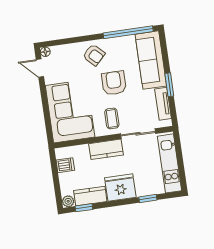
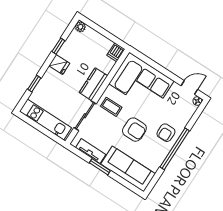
window: (128, 32) -> (175, 149), moved
armchair: (94, 55) -> (166, 133), turned -44
dishwasher: (65, 165) -> (116, 52), moved
fridge: (120, 188) -> (59, 64), width x0.53, depth x0.75
kitchen counter: (90, 196) -> (71, 45), removed
window: (84, 208) -> (58, 46), moved

